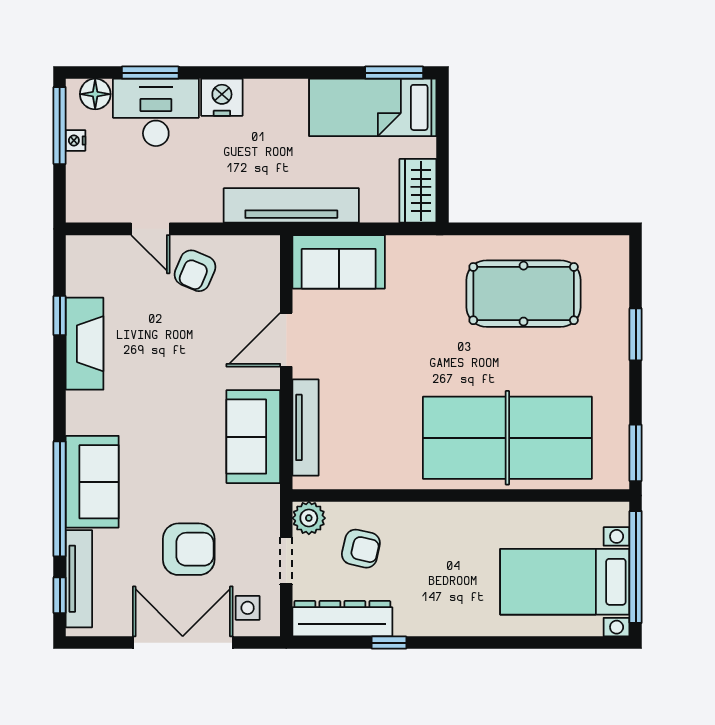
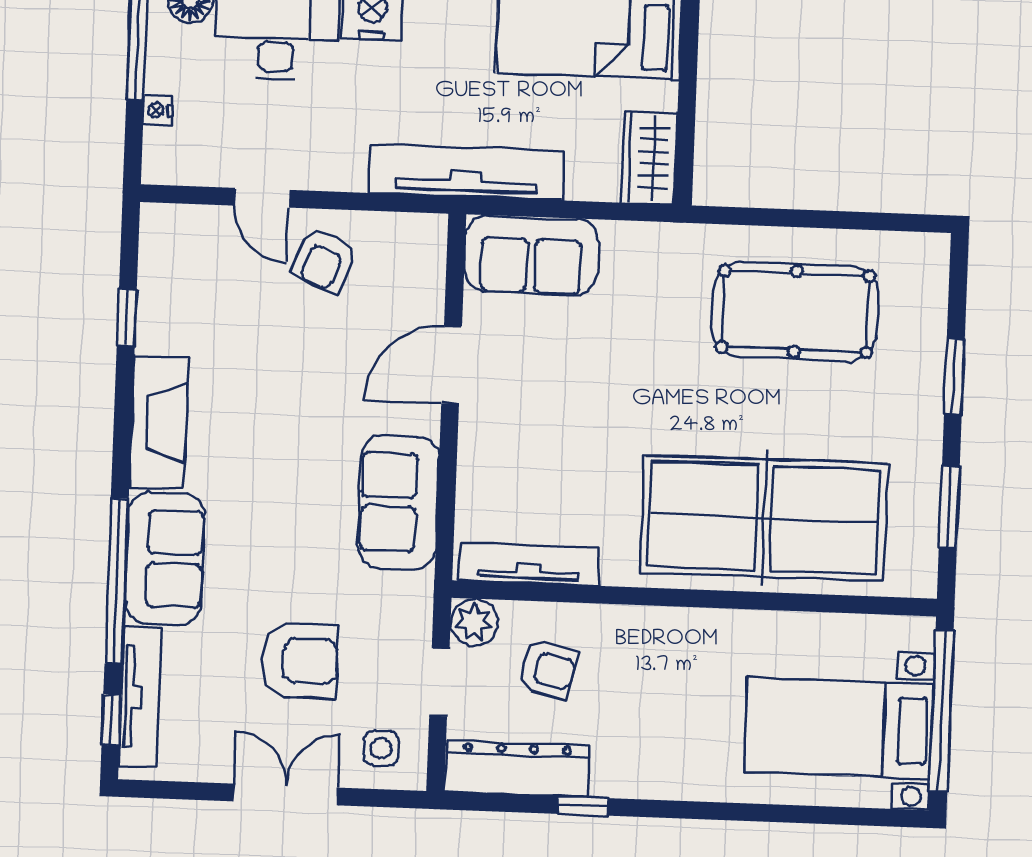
nightstand: (75, 140) -> (158, 110), moved
fireplace: (85, 344) -> (159, 422), moved
tv unit: (305, 427) -> (529, 564), moved, turned -90
window: (636, 453) -> (949, 507), moved
double door: (183, 643) -> (286, 795), width x0.73

